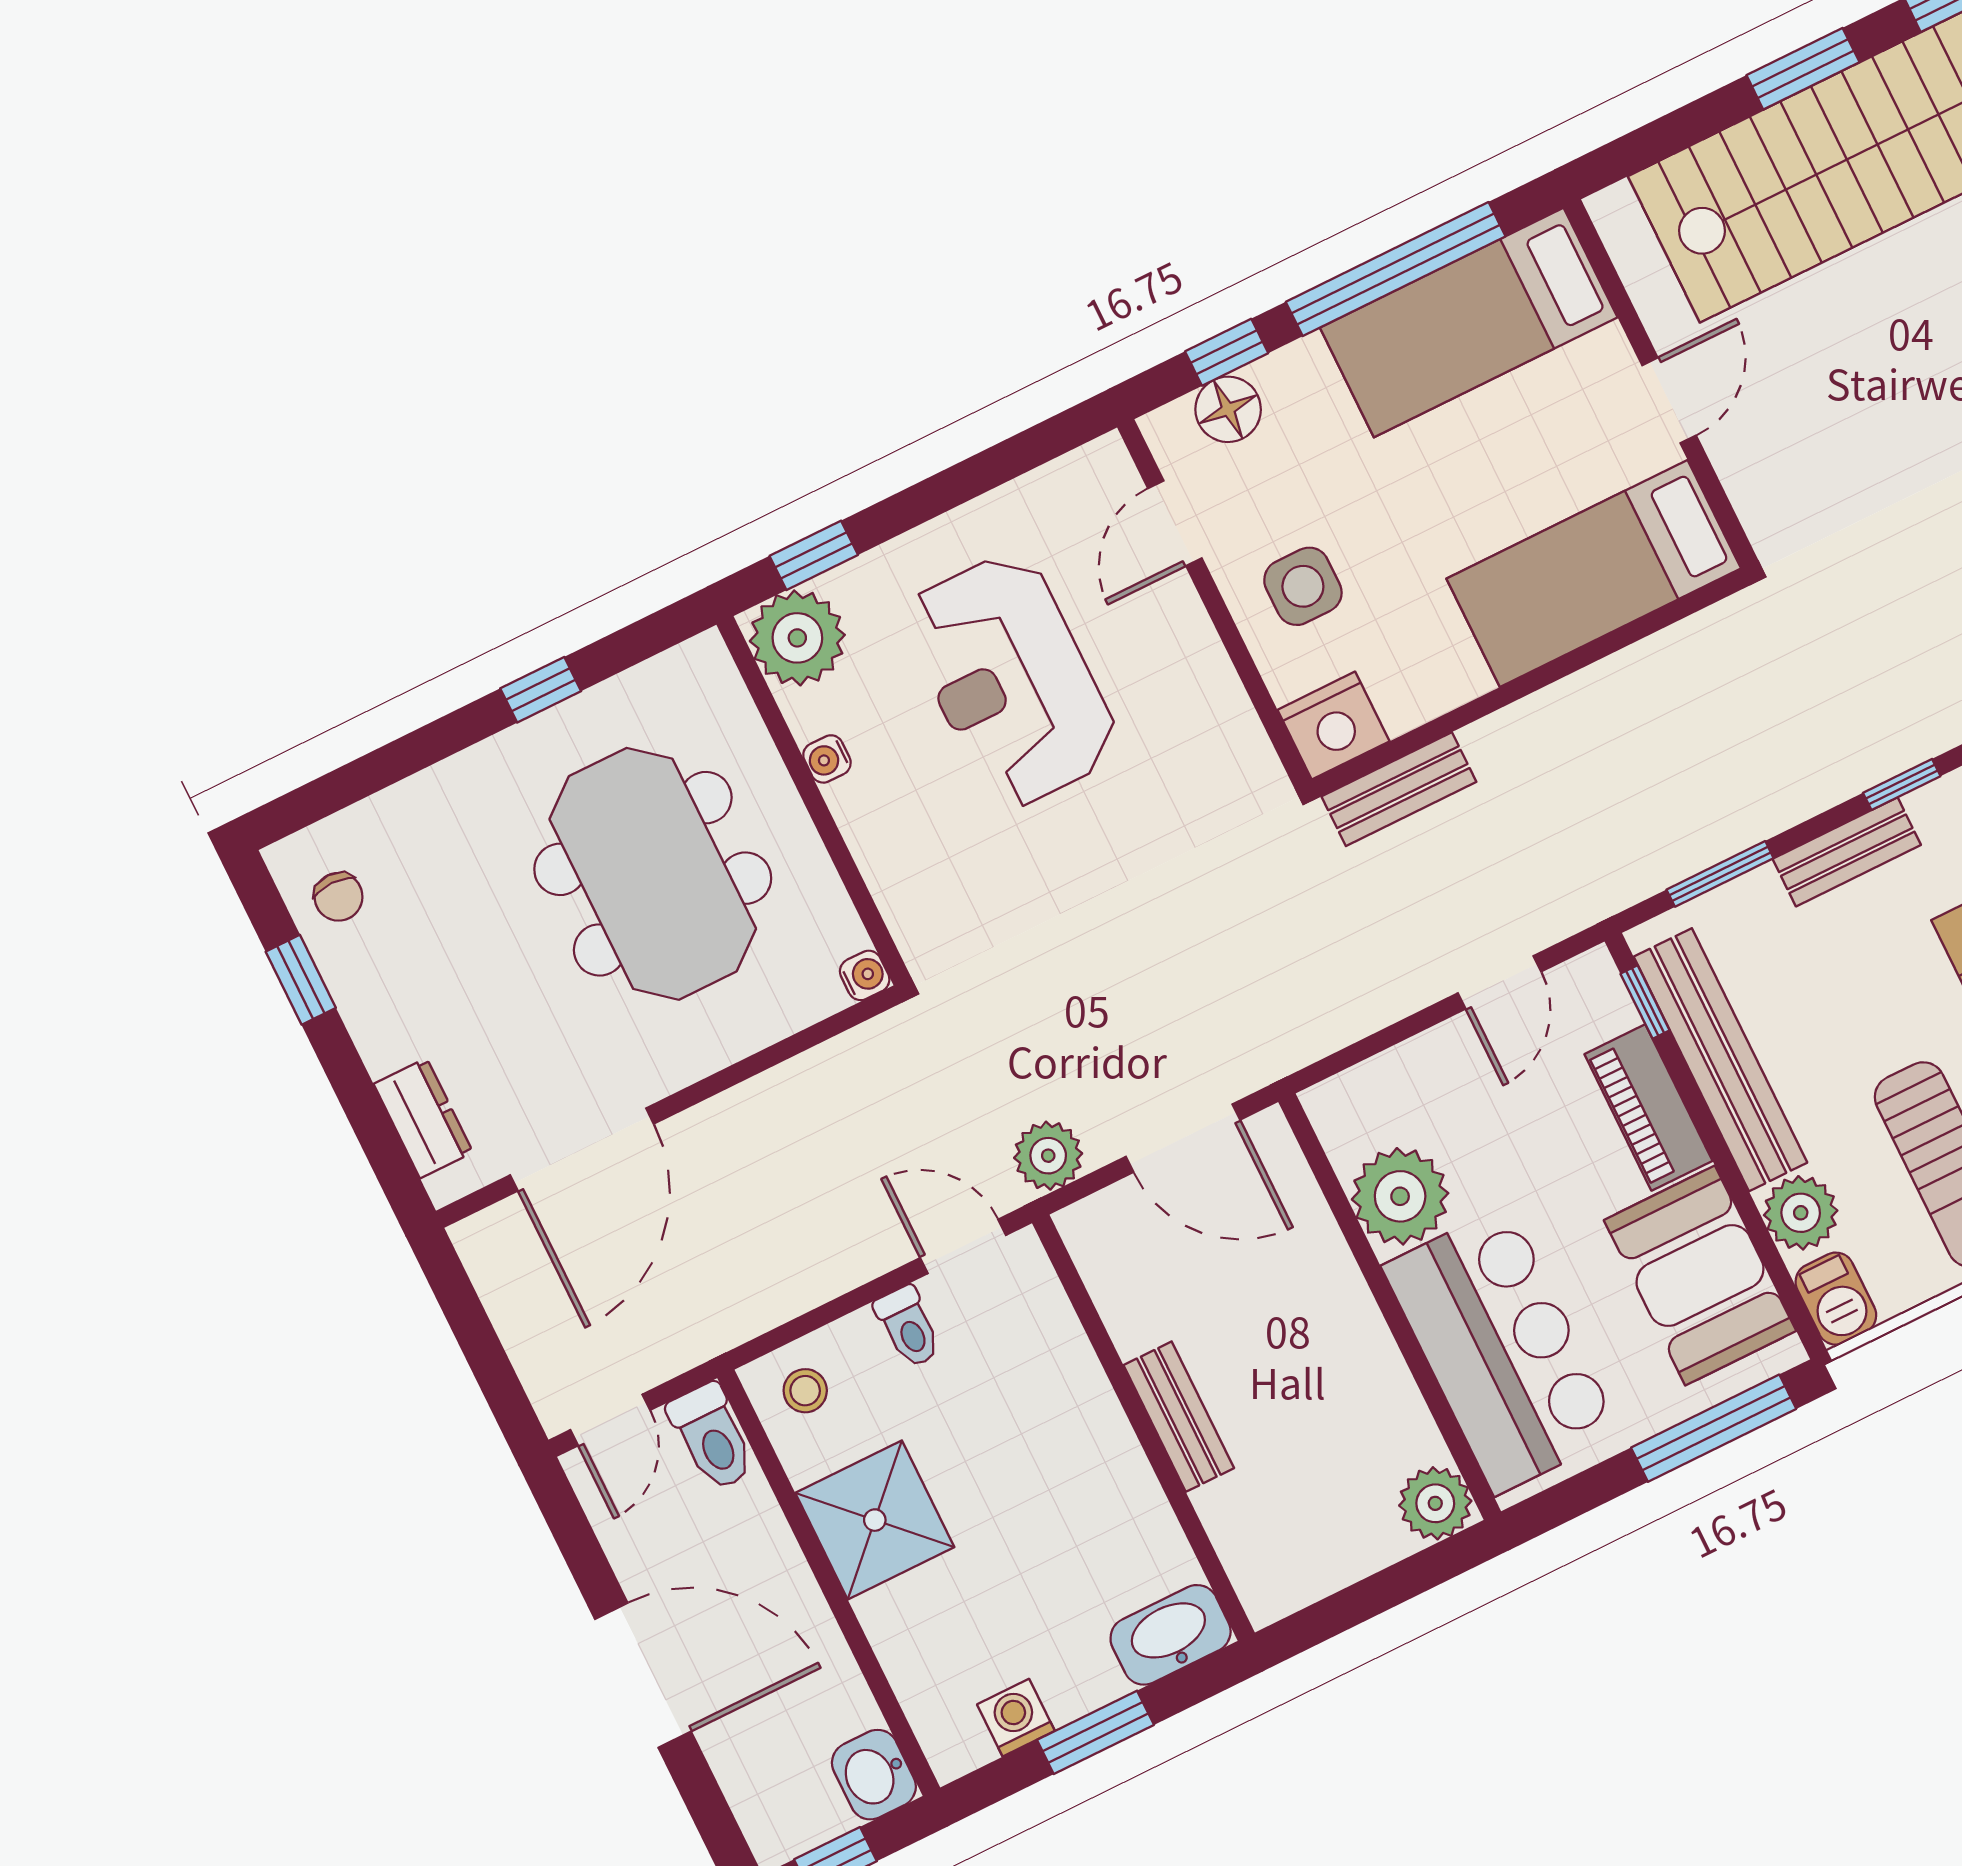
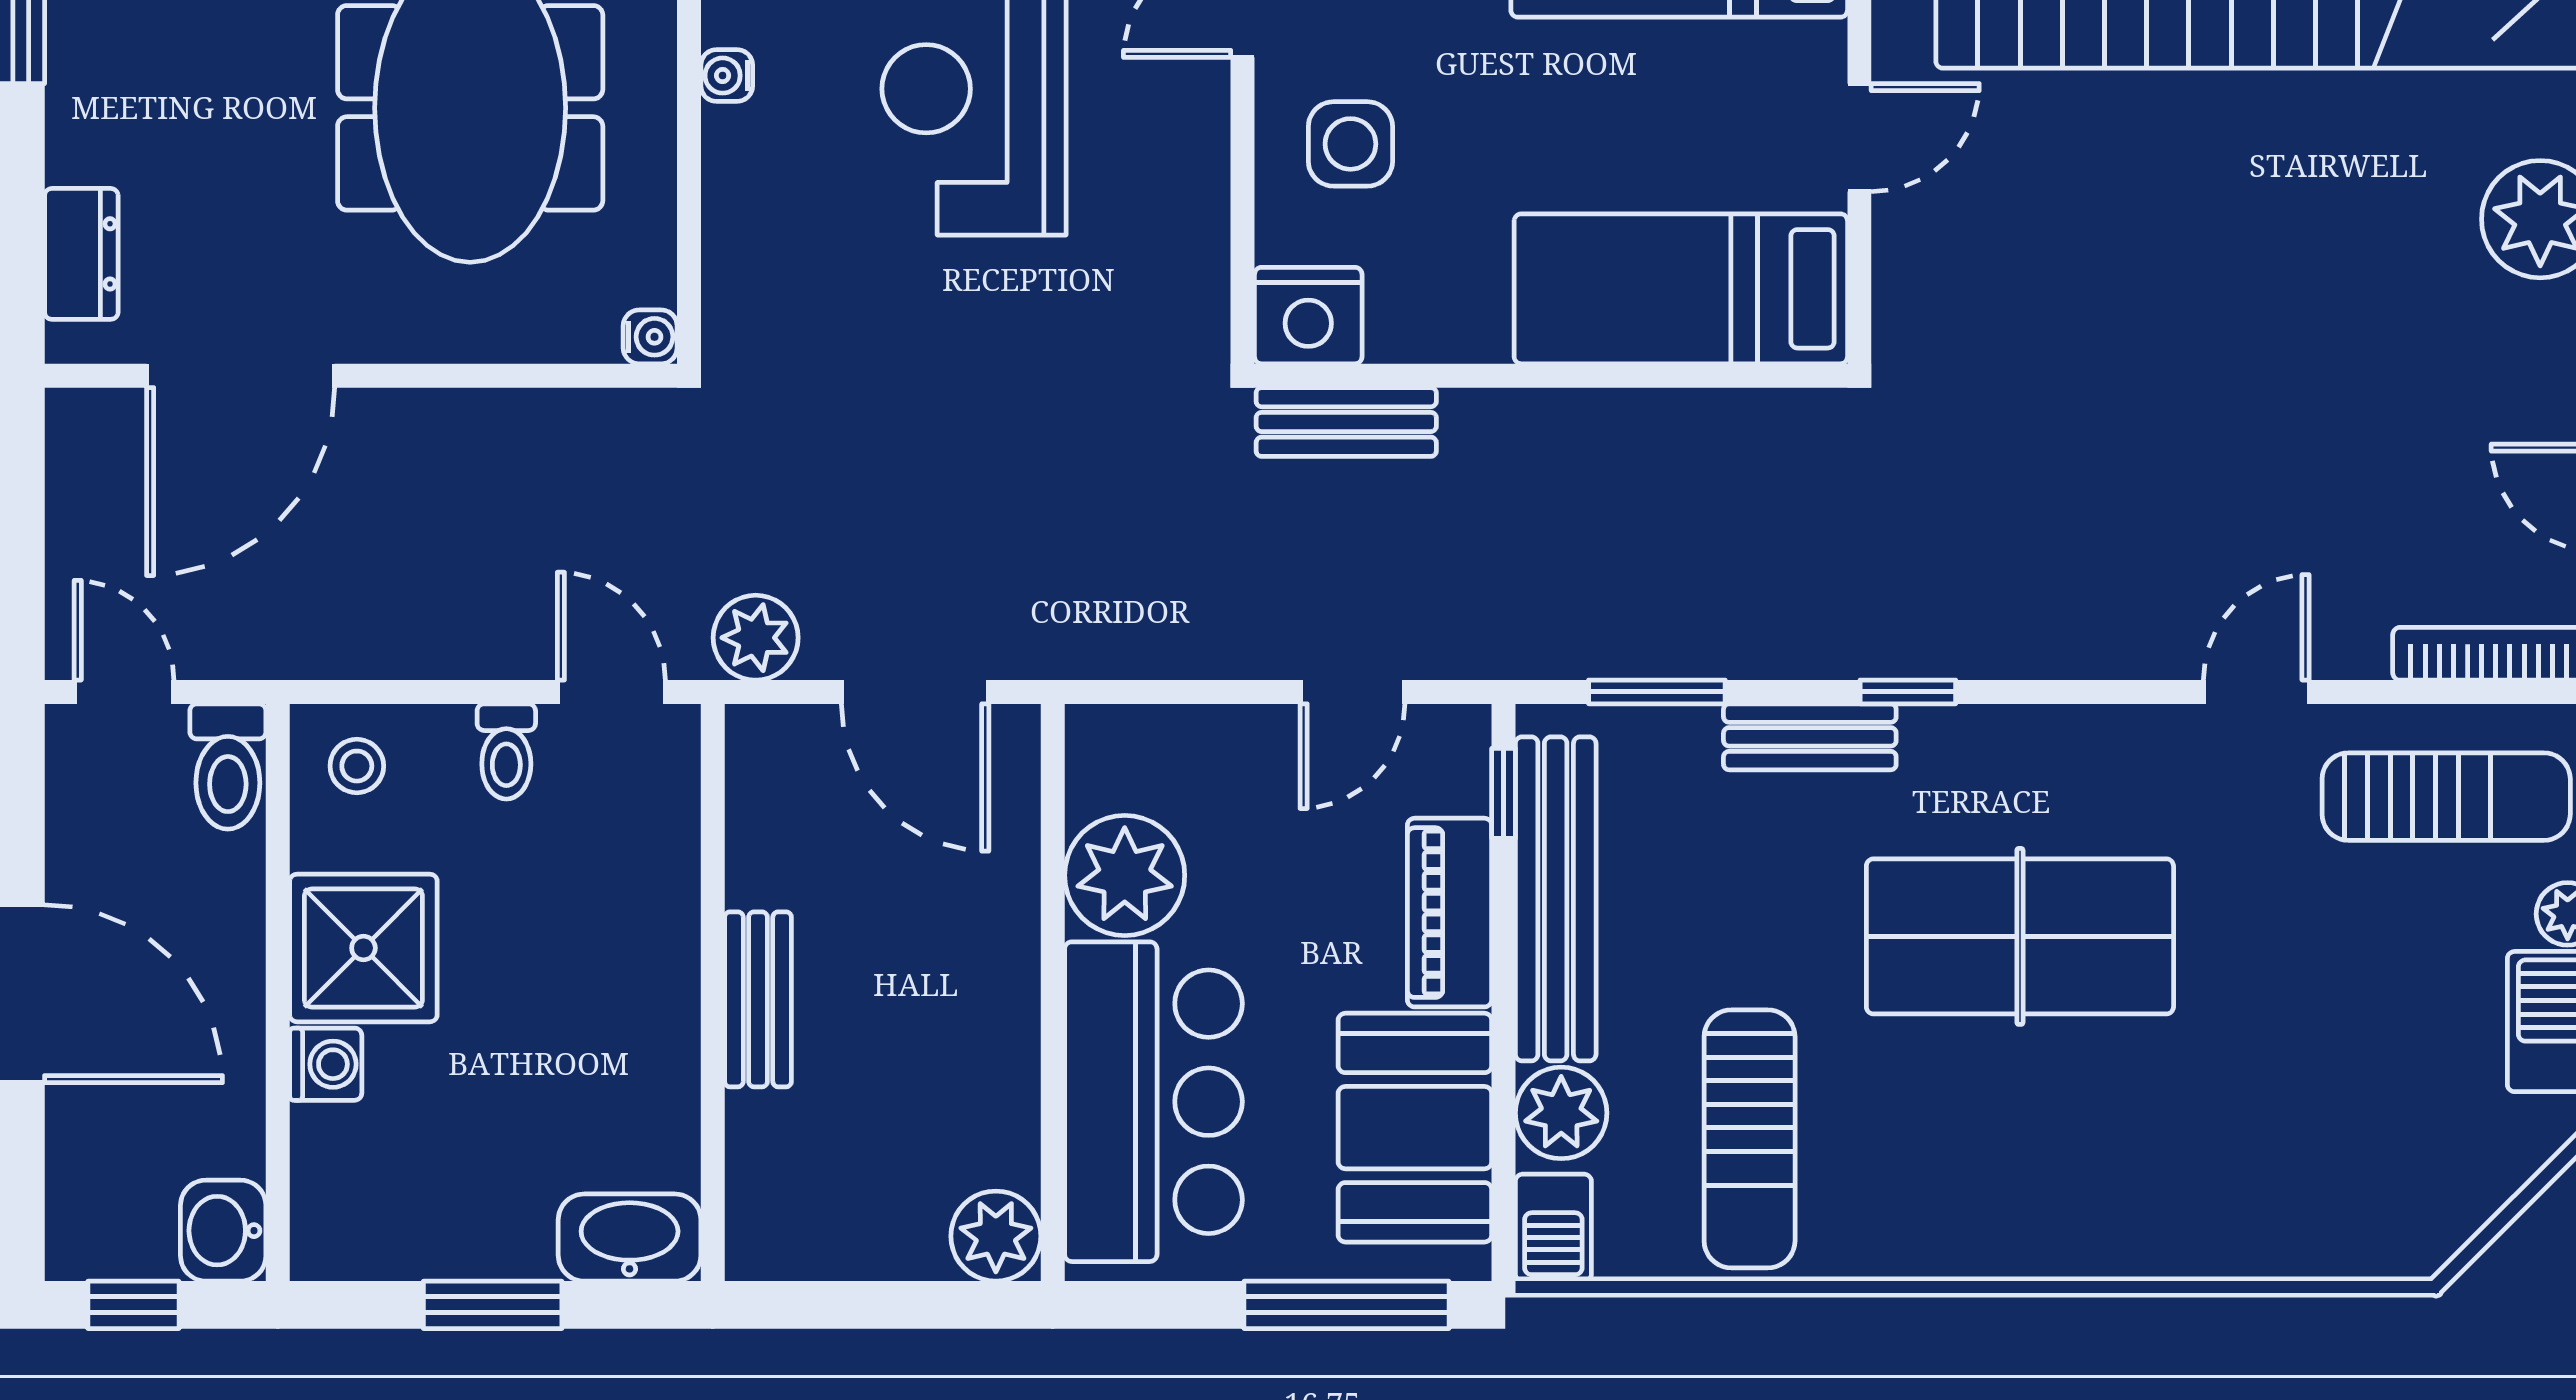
door: (610, 1420) -> (124, 692), swing flipped
washing machine: (1016, 1718) -> (326, 1064), moved, turned 90

